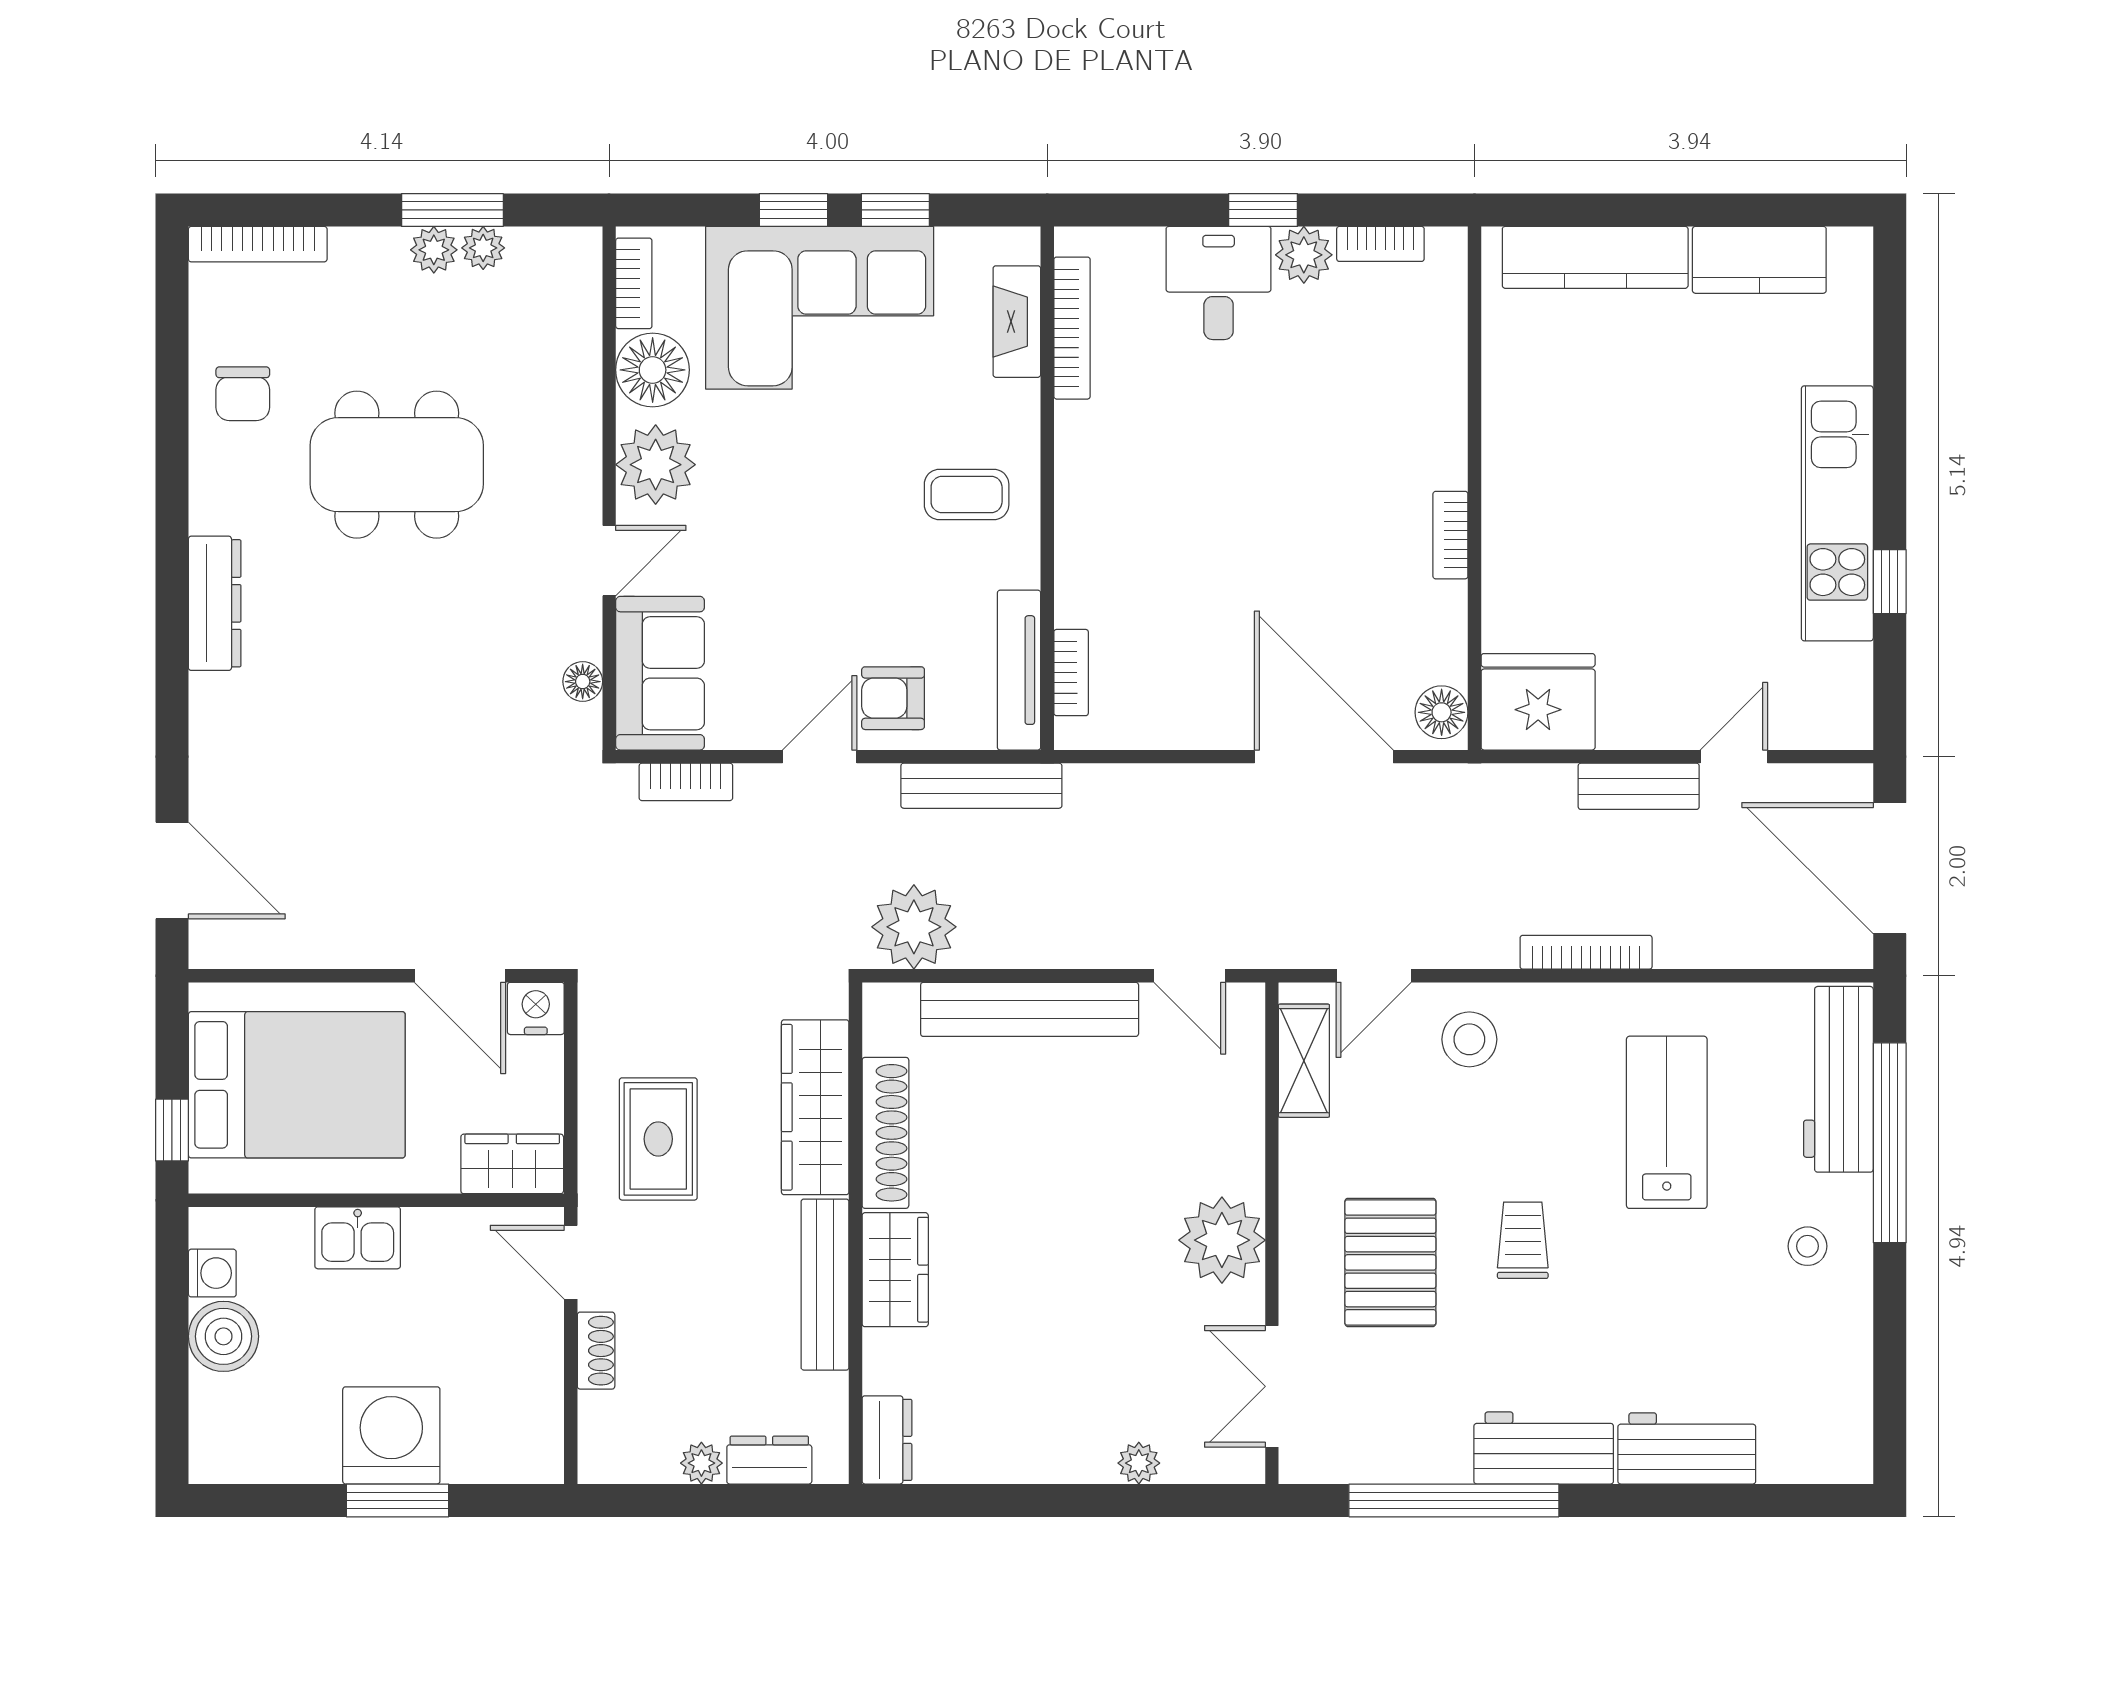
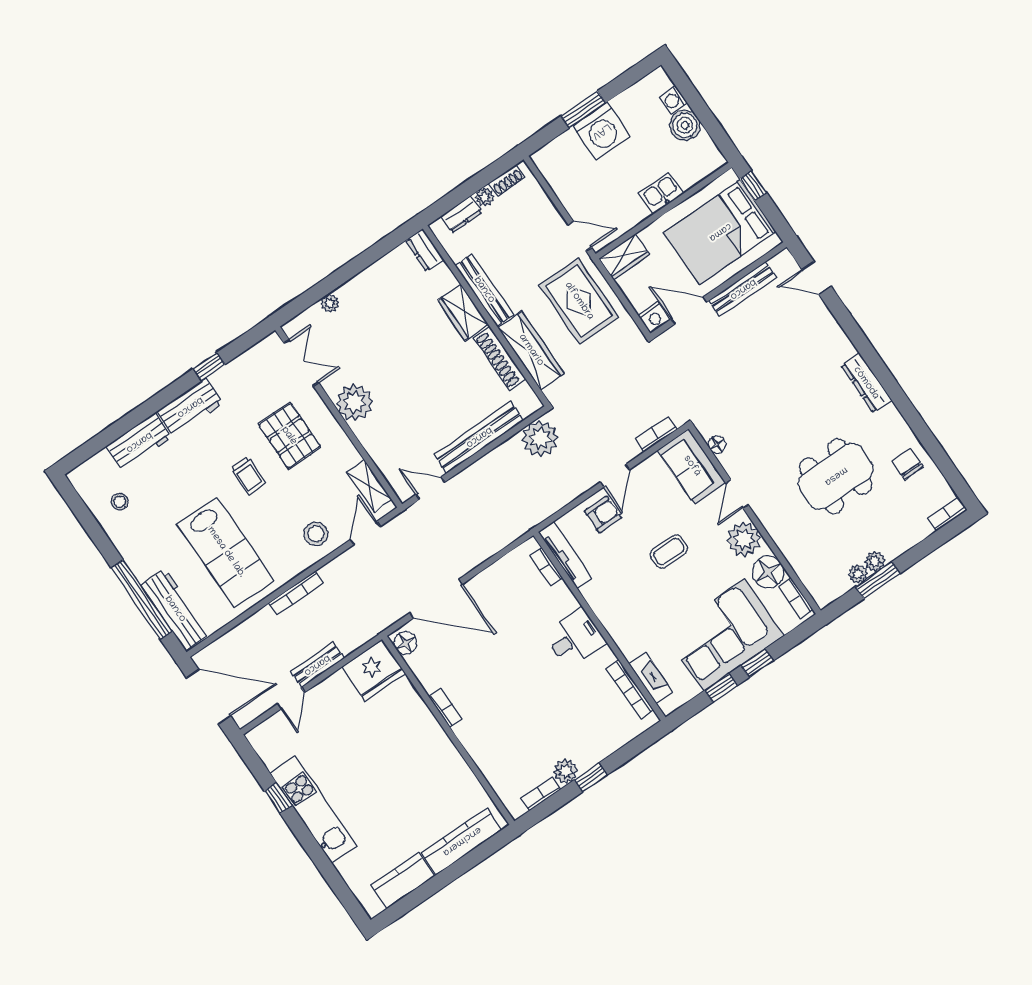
bookcase: (258, 244) -> (947, 514), width x0.64
desk: (1219, 283) -> (575, 638), moved, turned -90
coffee table: (967, 494) -> (669, 552), moved
bench: (981, 786) -> (743, 289), moved
door: (172, 870) -> (816, 278), width x0.73
lab bench: (1667, 1122) -> (226, 552), width x1.36, depth x1.39
rug: (658, 1139) -> (579, 301), width x1.36, depth x1.43
stool: (1807, 1246) -> (120, 502), moved
washing machine: (212, 1273) -> (673, 100), moved
shoe rack: (596, 1351) -> (507, 180), moved, turned -90
window: (1454, 1500) -> (209, 367), width x0.32

